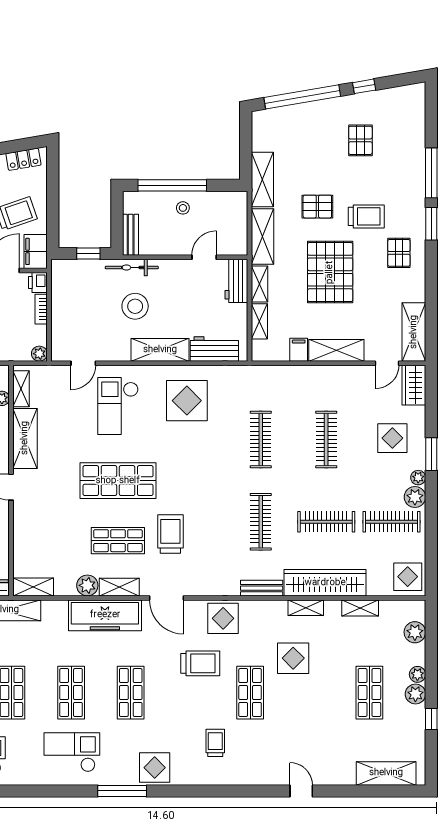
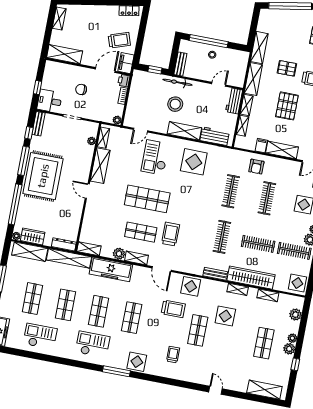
pallet: (330, 272) -> (287, 106), width x0.73, depth x0.71
armchair: (297, 388) -> (256, 167), added
freezer: (105, 615) -> (111, 269), moved

